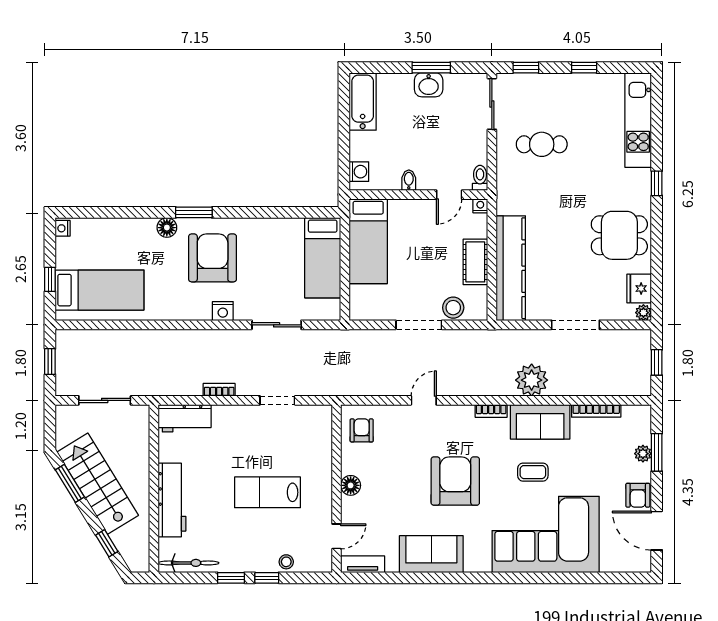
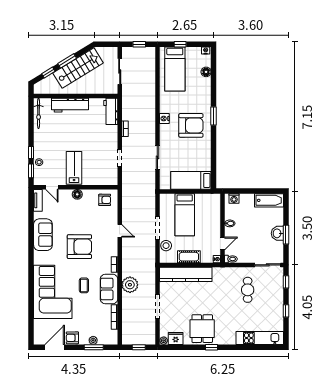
window: (657, 183) -> (212, 347), moved
door: (449, 195) -> (222, 244), swing flipped
floor lamp: (167, 228) -> (206, 72), moved
bed: (368, 241) -> (185, 215), moved, turned -90
nightstand: (223, 311) -> (164, 119), moved
window: (70, 483) -> (67, 61), moved
lab bench: (267, 492) -> (74, 168), moved
window: (231, 578) -> (31, 171), moved

